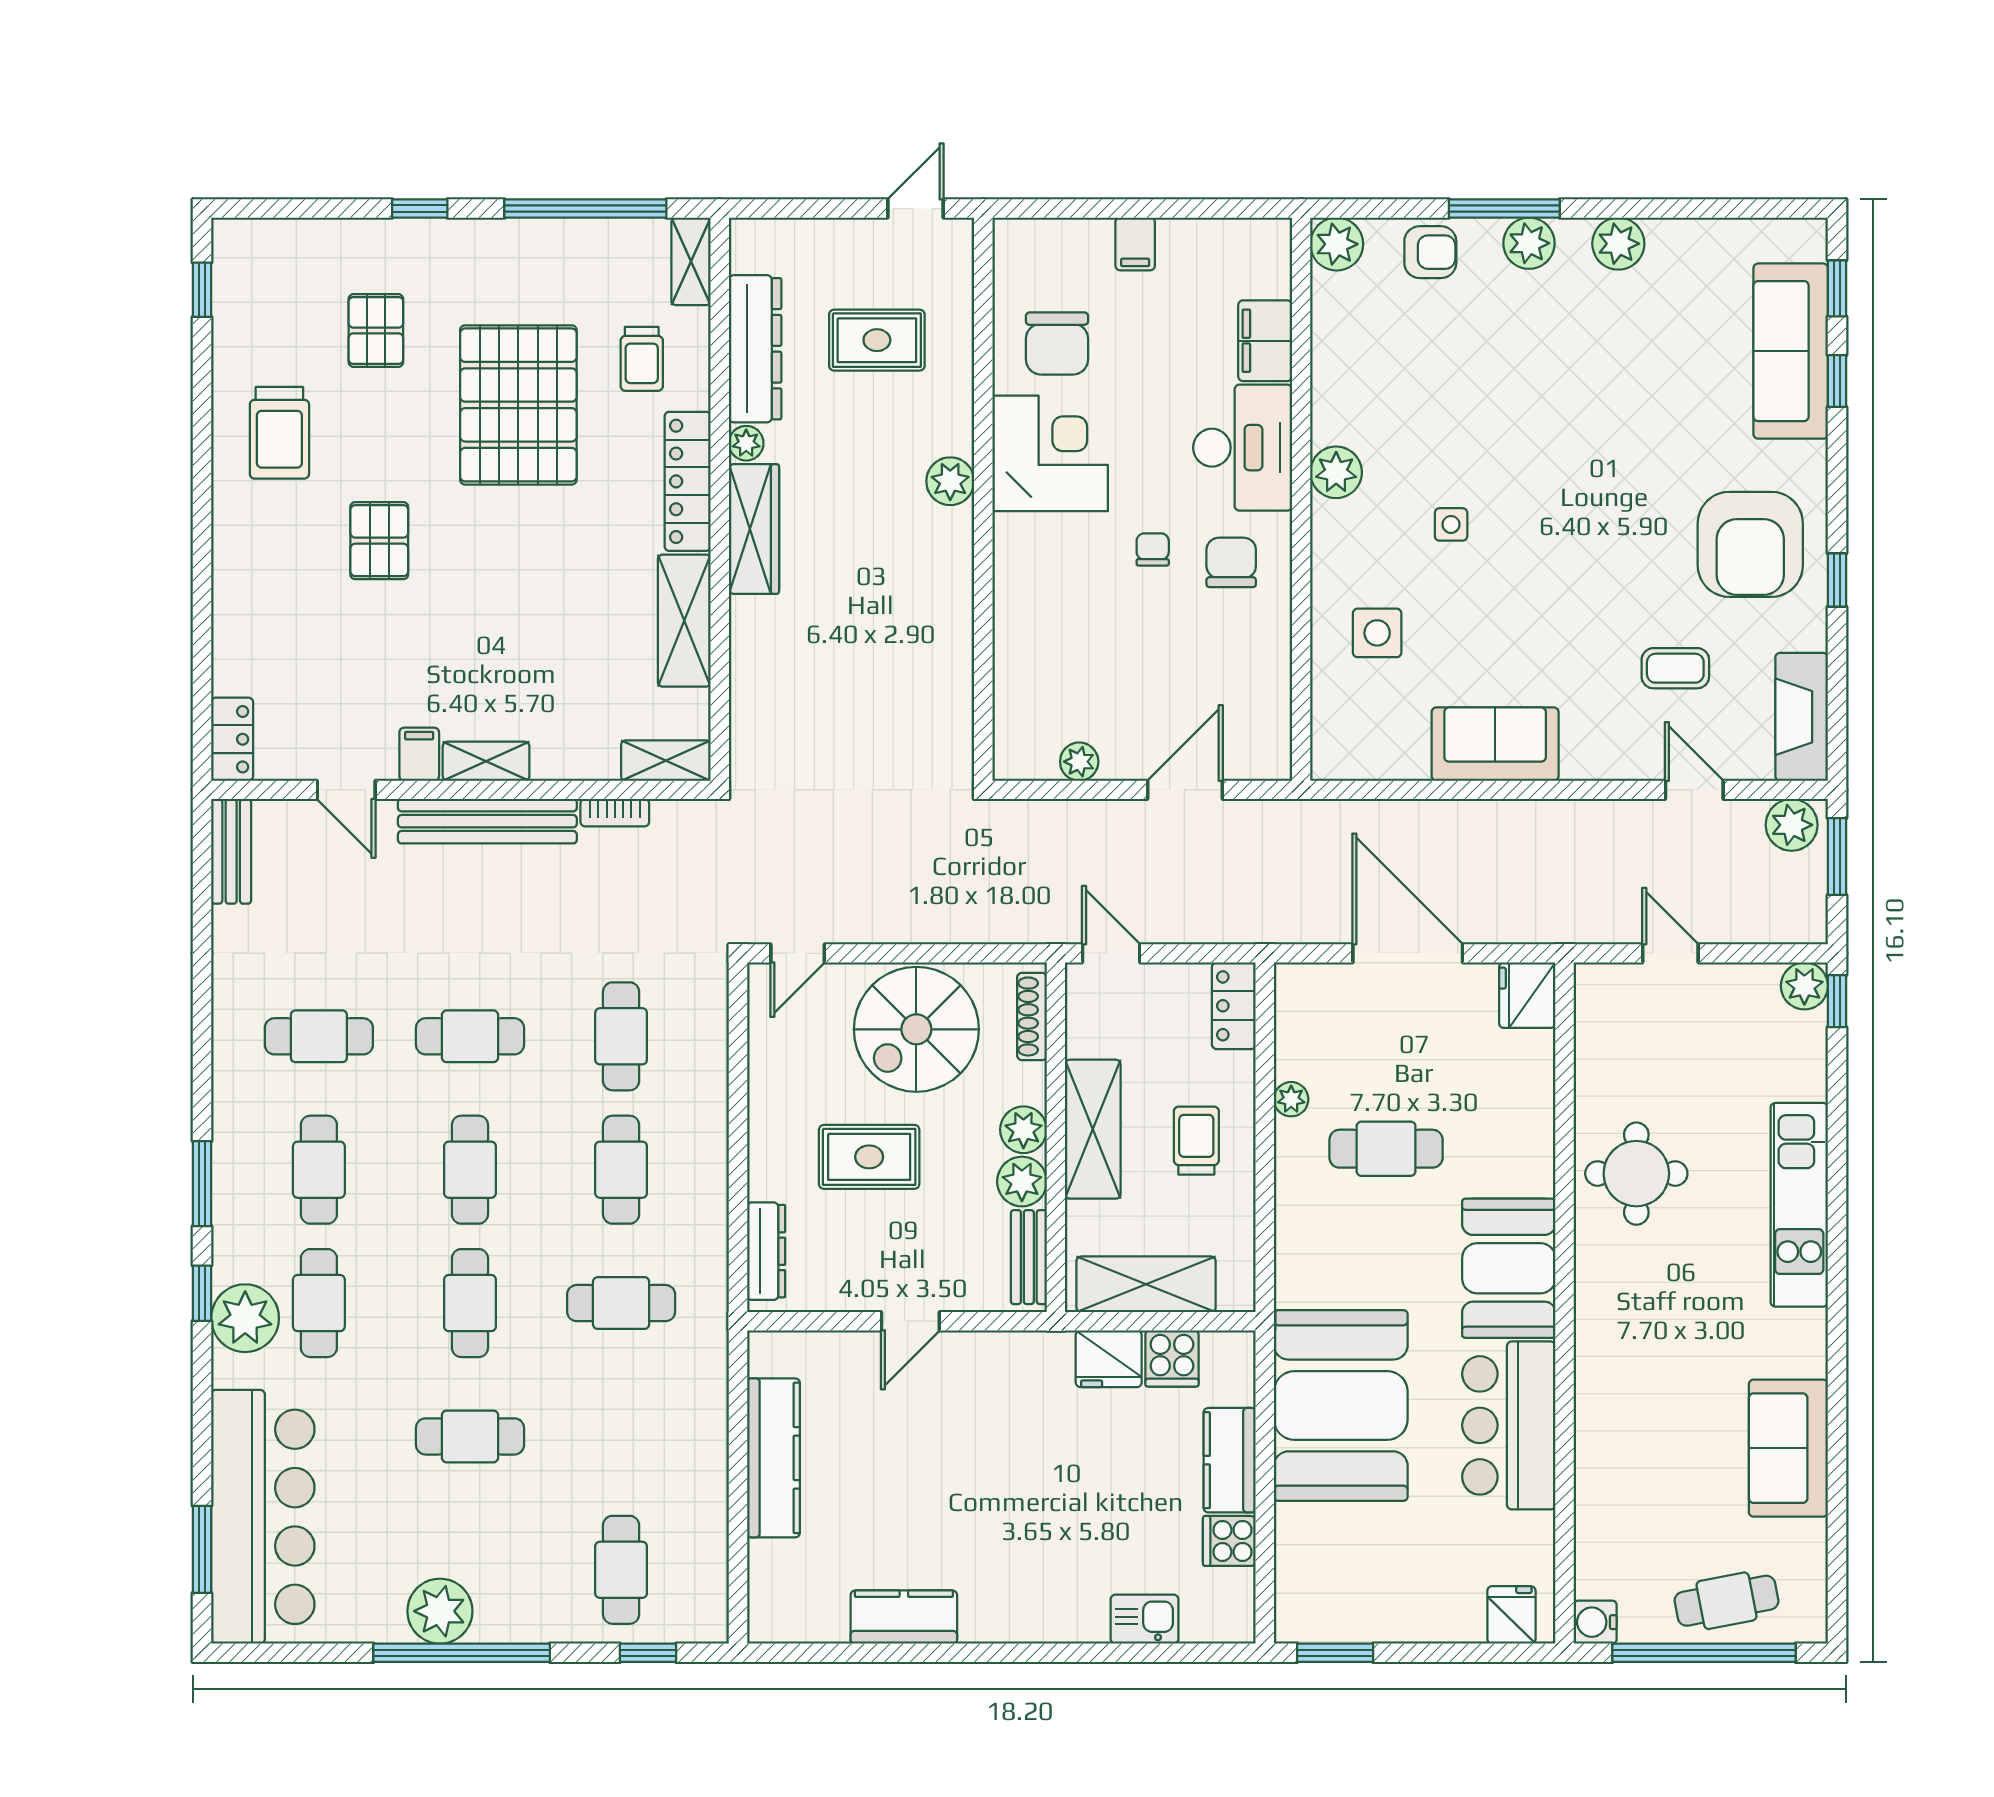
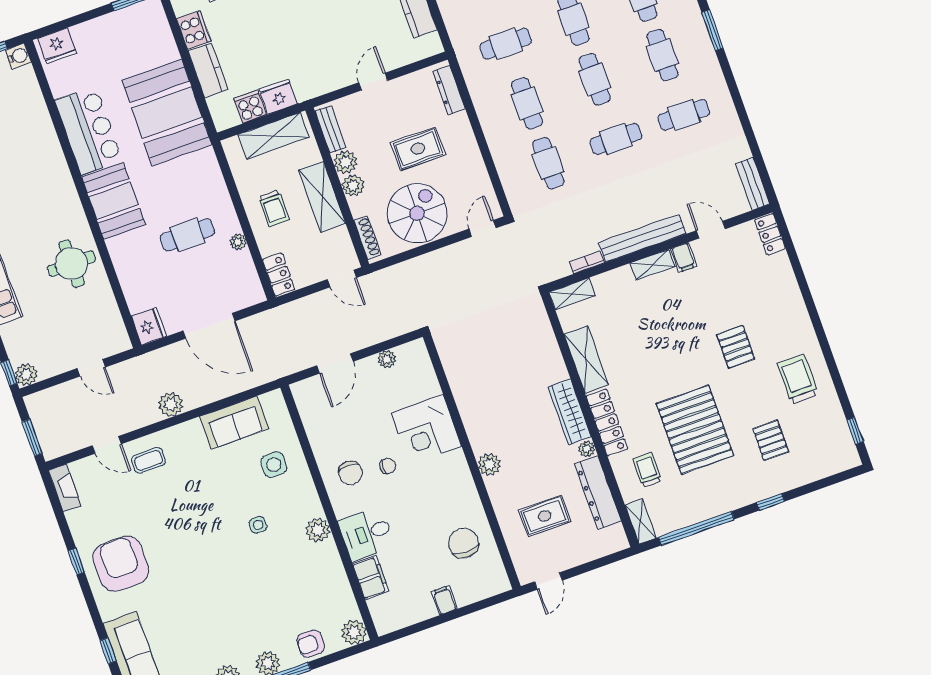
desk: (1243, 448) -> (366, 534), width x0.73
corner desk: (1050, 453) -> (427, 430), moved
chair: (1153, 549) -> (388, 466), turned -90
coffee table: (1675, 668) -> (148, 460), moved
fireplace: (1802, 717) -> (65, 488), width x0.73, depth x0.76
sofa: (1495, 744) -> (234, 423), moved
plant: (1792, 825) -> (171, 404), moved
cooker: (1229, 1541) -> (194, 30), width x1.36
fridge: (1511, 1615) -> (57, 46), width x1.38

